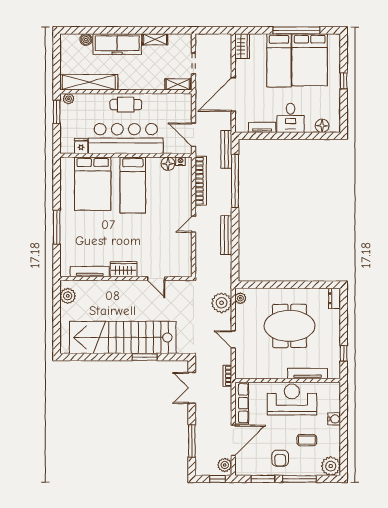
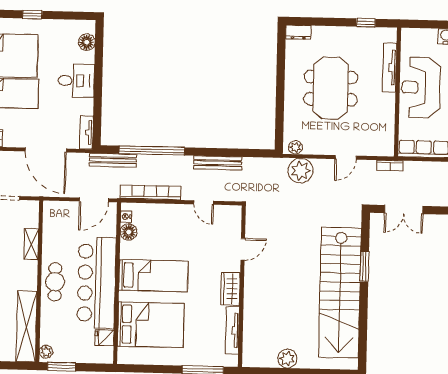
shelving: (178, 84) -> (31, 244), moved
tv unit: (262, 127) -> (86, 132), moved
wardrobe: (124, 269) -> (230, 289), moved
tv unit: (90, 272) -> (232, 330), moved
wall: (126, 278) -> (242, 286), moved
door: (156, 278) -> (243, 249), moved

